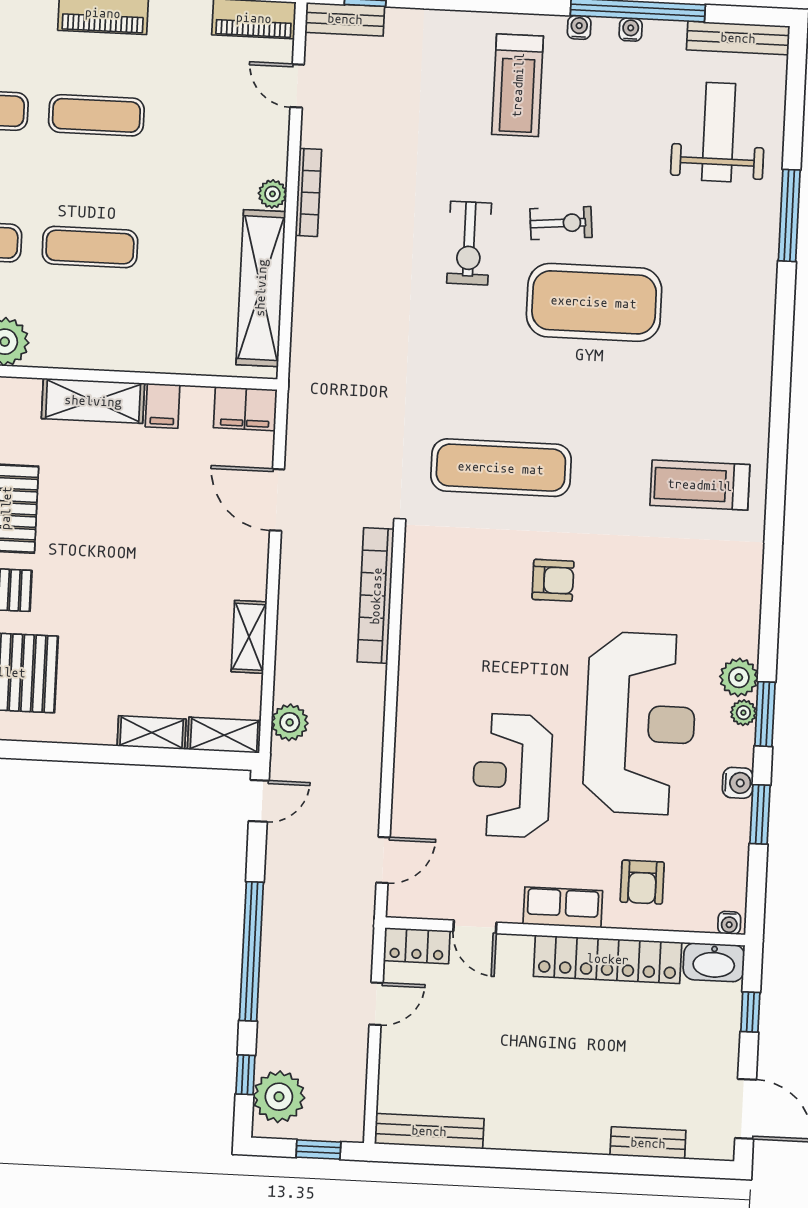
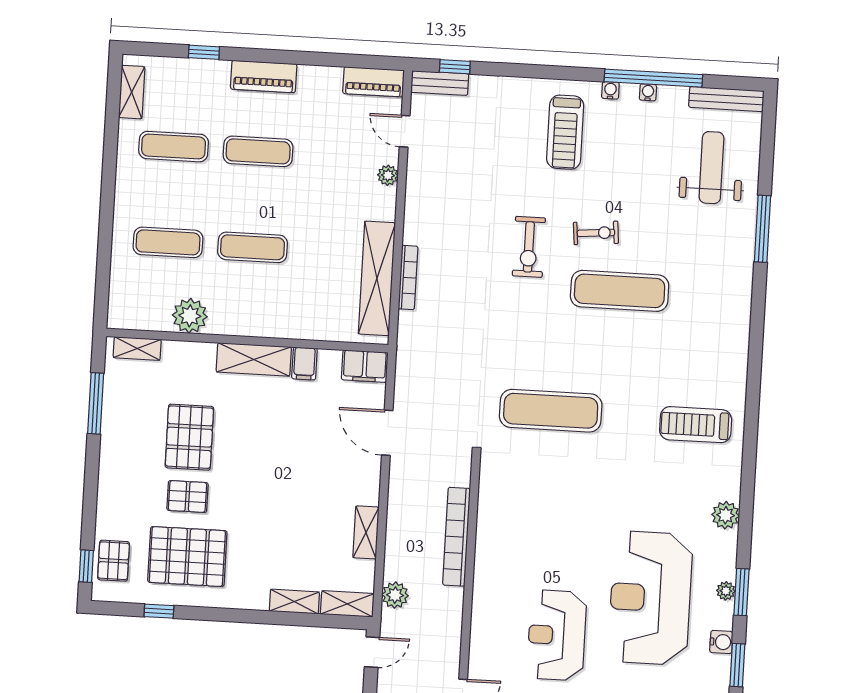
bookcase: (308, 192) -> (408, 278), moved
plant: (272, 194) -> (388, 175), moved
exercise mat: (594, 302) -> (620, 291), width x0.68
armchair: (553, 580) -> (588, 493), removed
bookcase: (376, 596) -> (457, 537), moved
plant: (739, 677) -> (726, 515), moved
reception desk: (640, 723) -> (650, 598), turned 180

